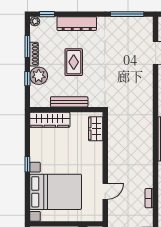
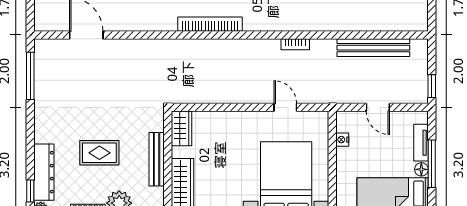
dresser: (77, 24) -> (44, 172), moved
wardrobe: (96, 129) -> (181, 128), moved, turned -90

